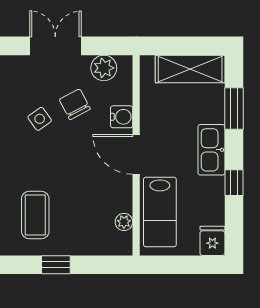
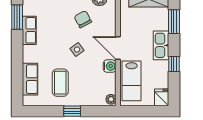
water cooler: (122, 117) -> (110, 66), moved
side table: (40, 119) -> (77, 50), moved
plant: (124, 222) -> (111, 99), moved

